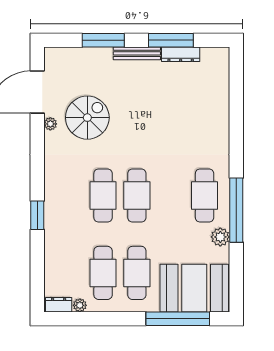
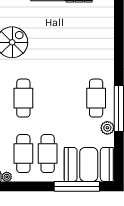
cafe table: (137, 195) -> (48, 98), removed

